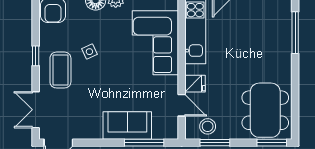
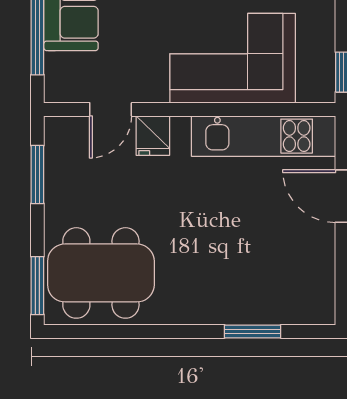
window: (295, 33) -> (253, 331), width x0.69
stool: (208, 126) -> (69, 160), removed

